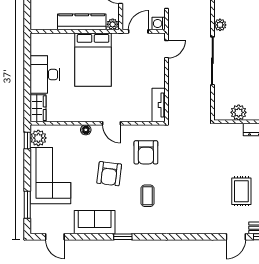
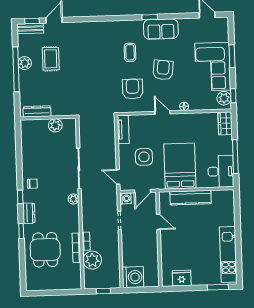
plant: (113, 24) -> (164, 196), removed
door: (167, 49) -> (118, 177), hinge flipped
window: (27, 68) -> (235, 157), added
side table: (135, 72) -> (144, 157), added
desk: (45, 75) -> (221, 171), moved
window: (27, 205) -> (232, 56), moved
sofa: (95, 222) -> (161, 29), moved

